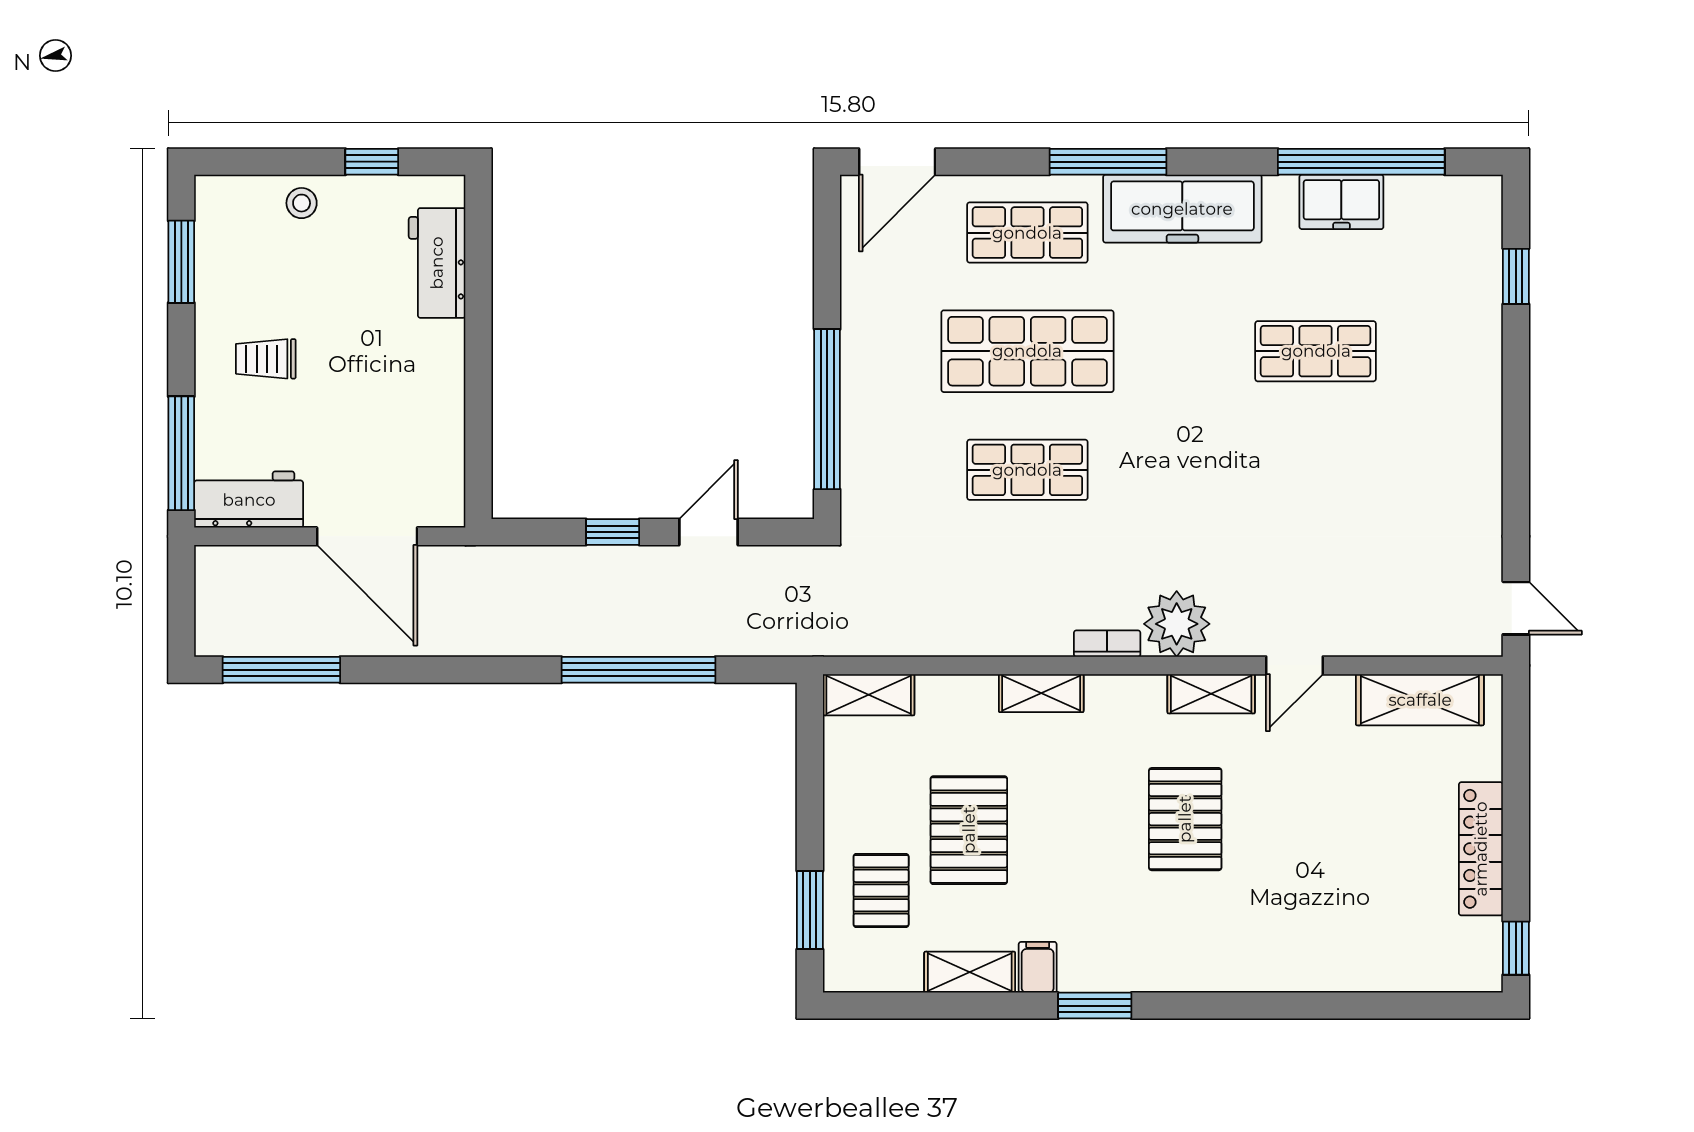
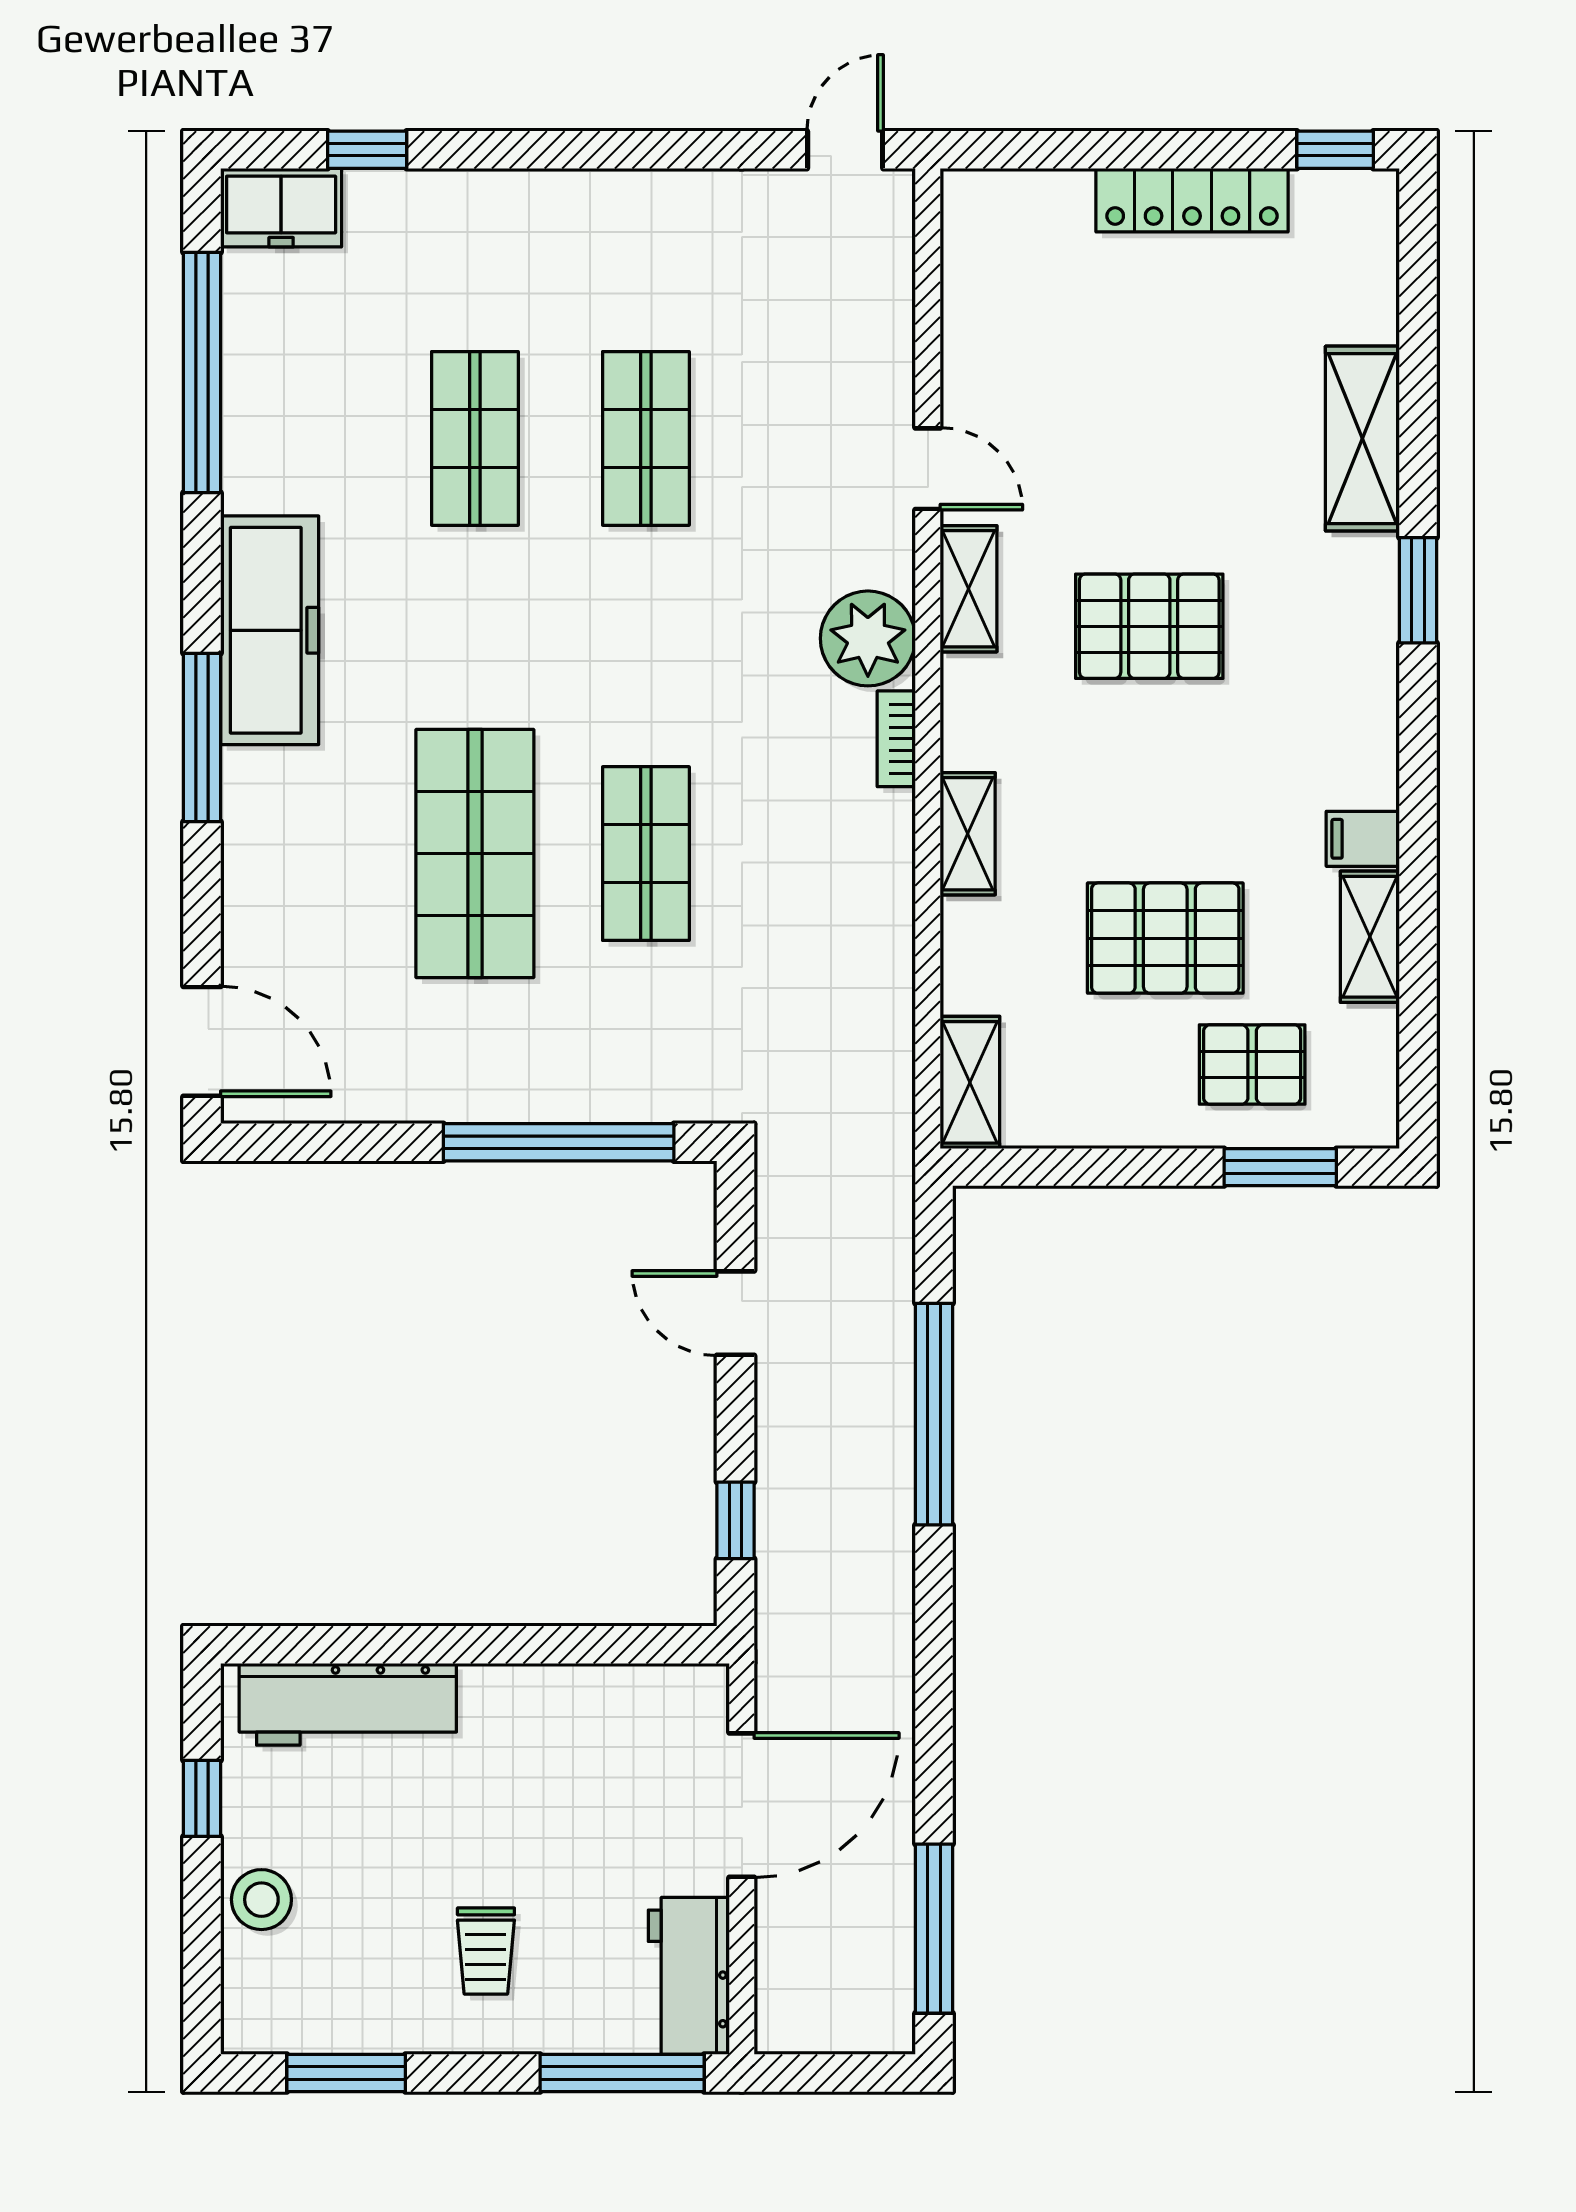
freezer: (1341, 202) -> (281, 208), moved, turned 90
stool: (302, 203) -> (261, 1900), width x1.37, depth x1.37
shop shelf: (1027, 233) -> (646, 438), moved
workbench: (437, 263) -> (348, 1704), width x1.38
window: (613, 532) -> (736, 1520), moved
shelving: (1420, 700) -> (1362, 439), moved
window: (1095, 1006) -> (1418, 590), moved

